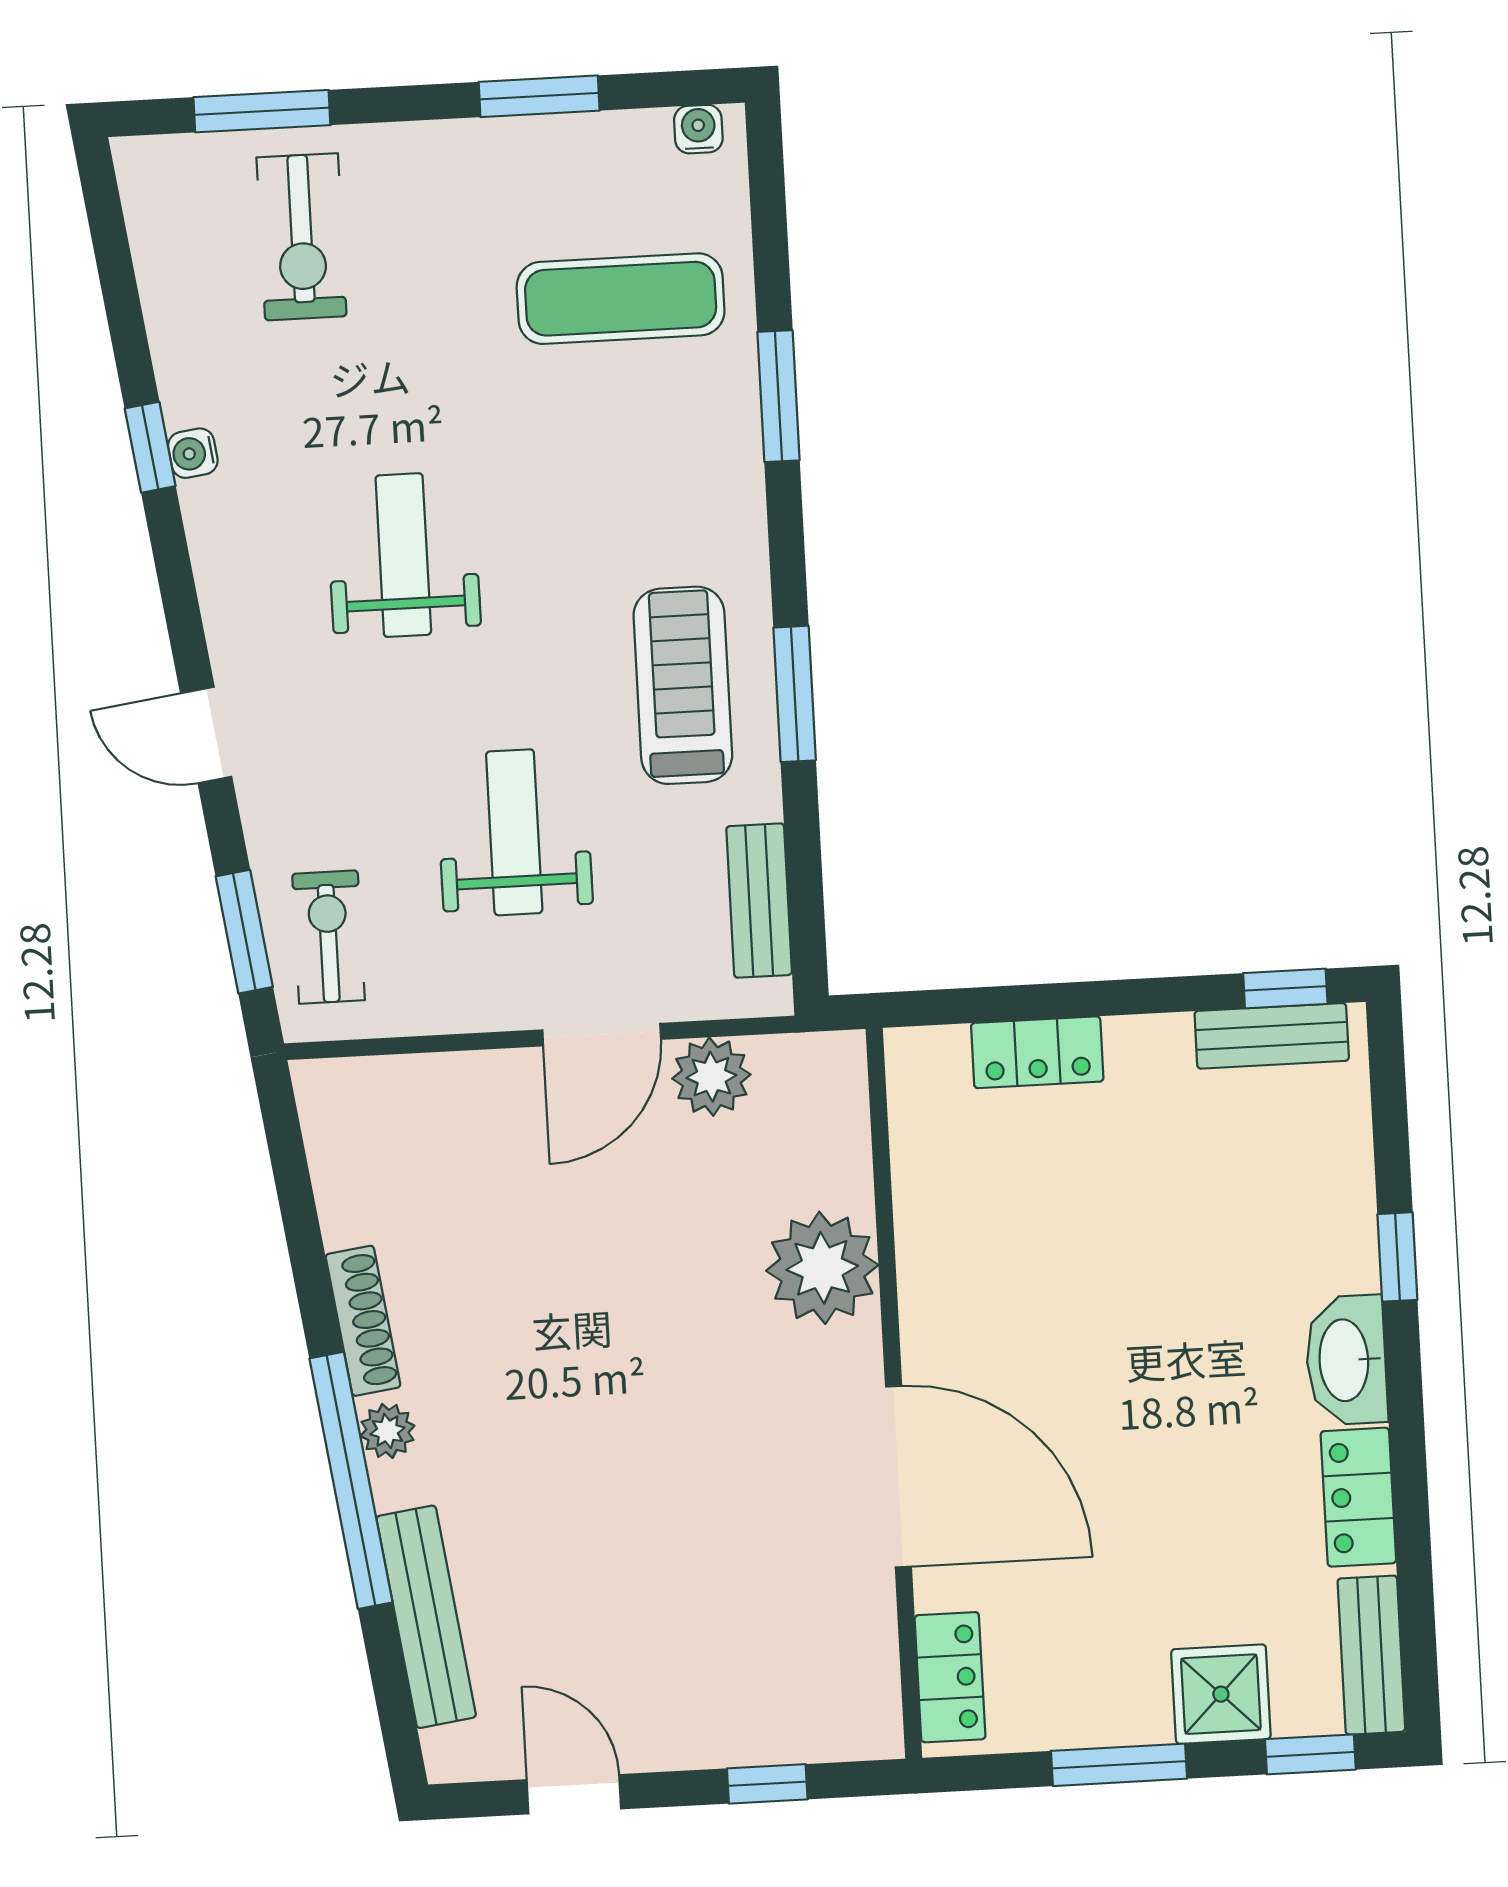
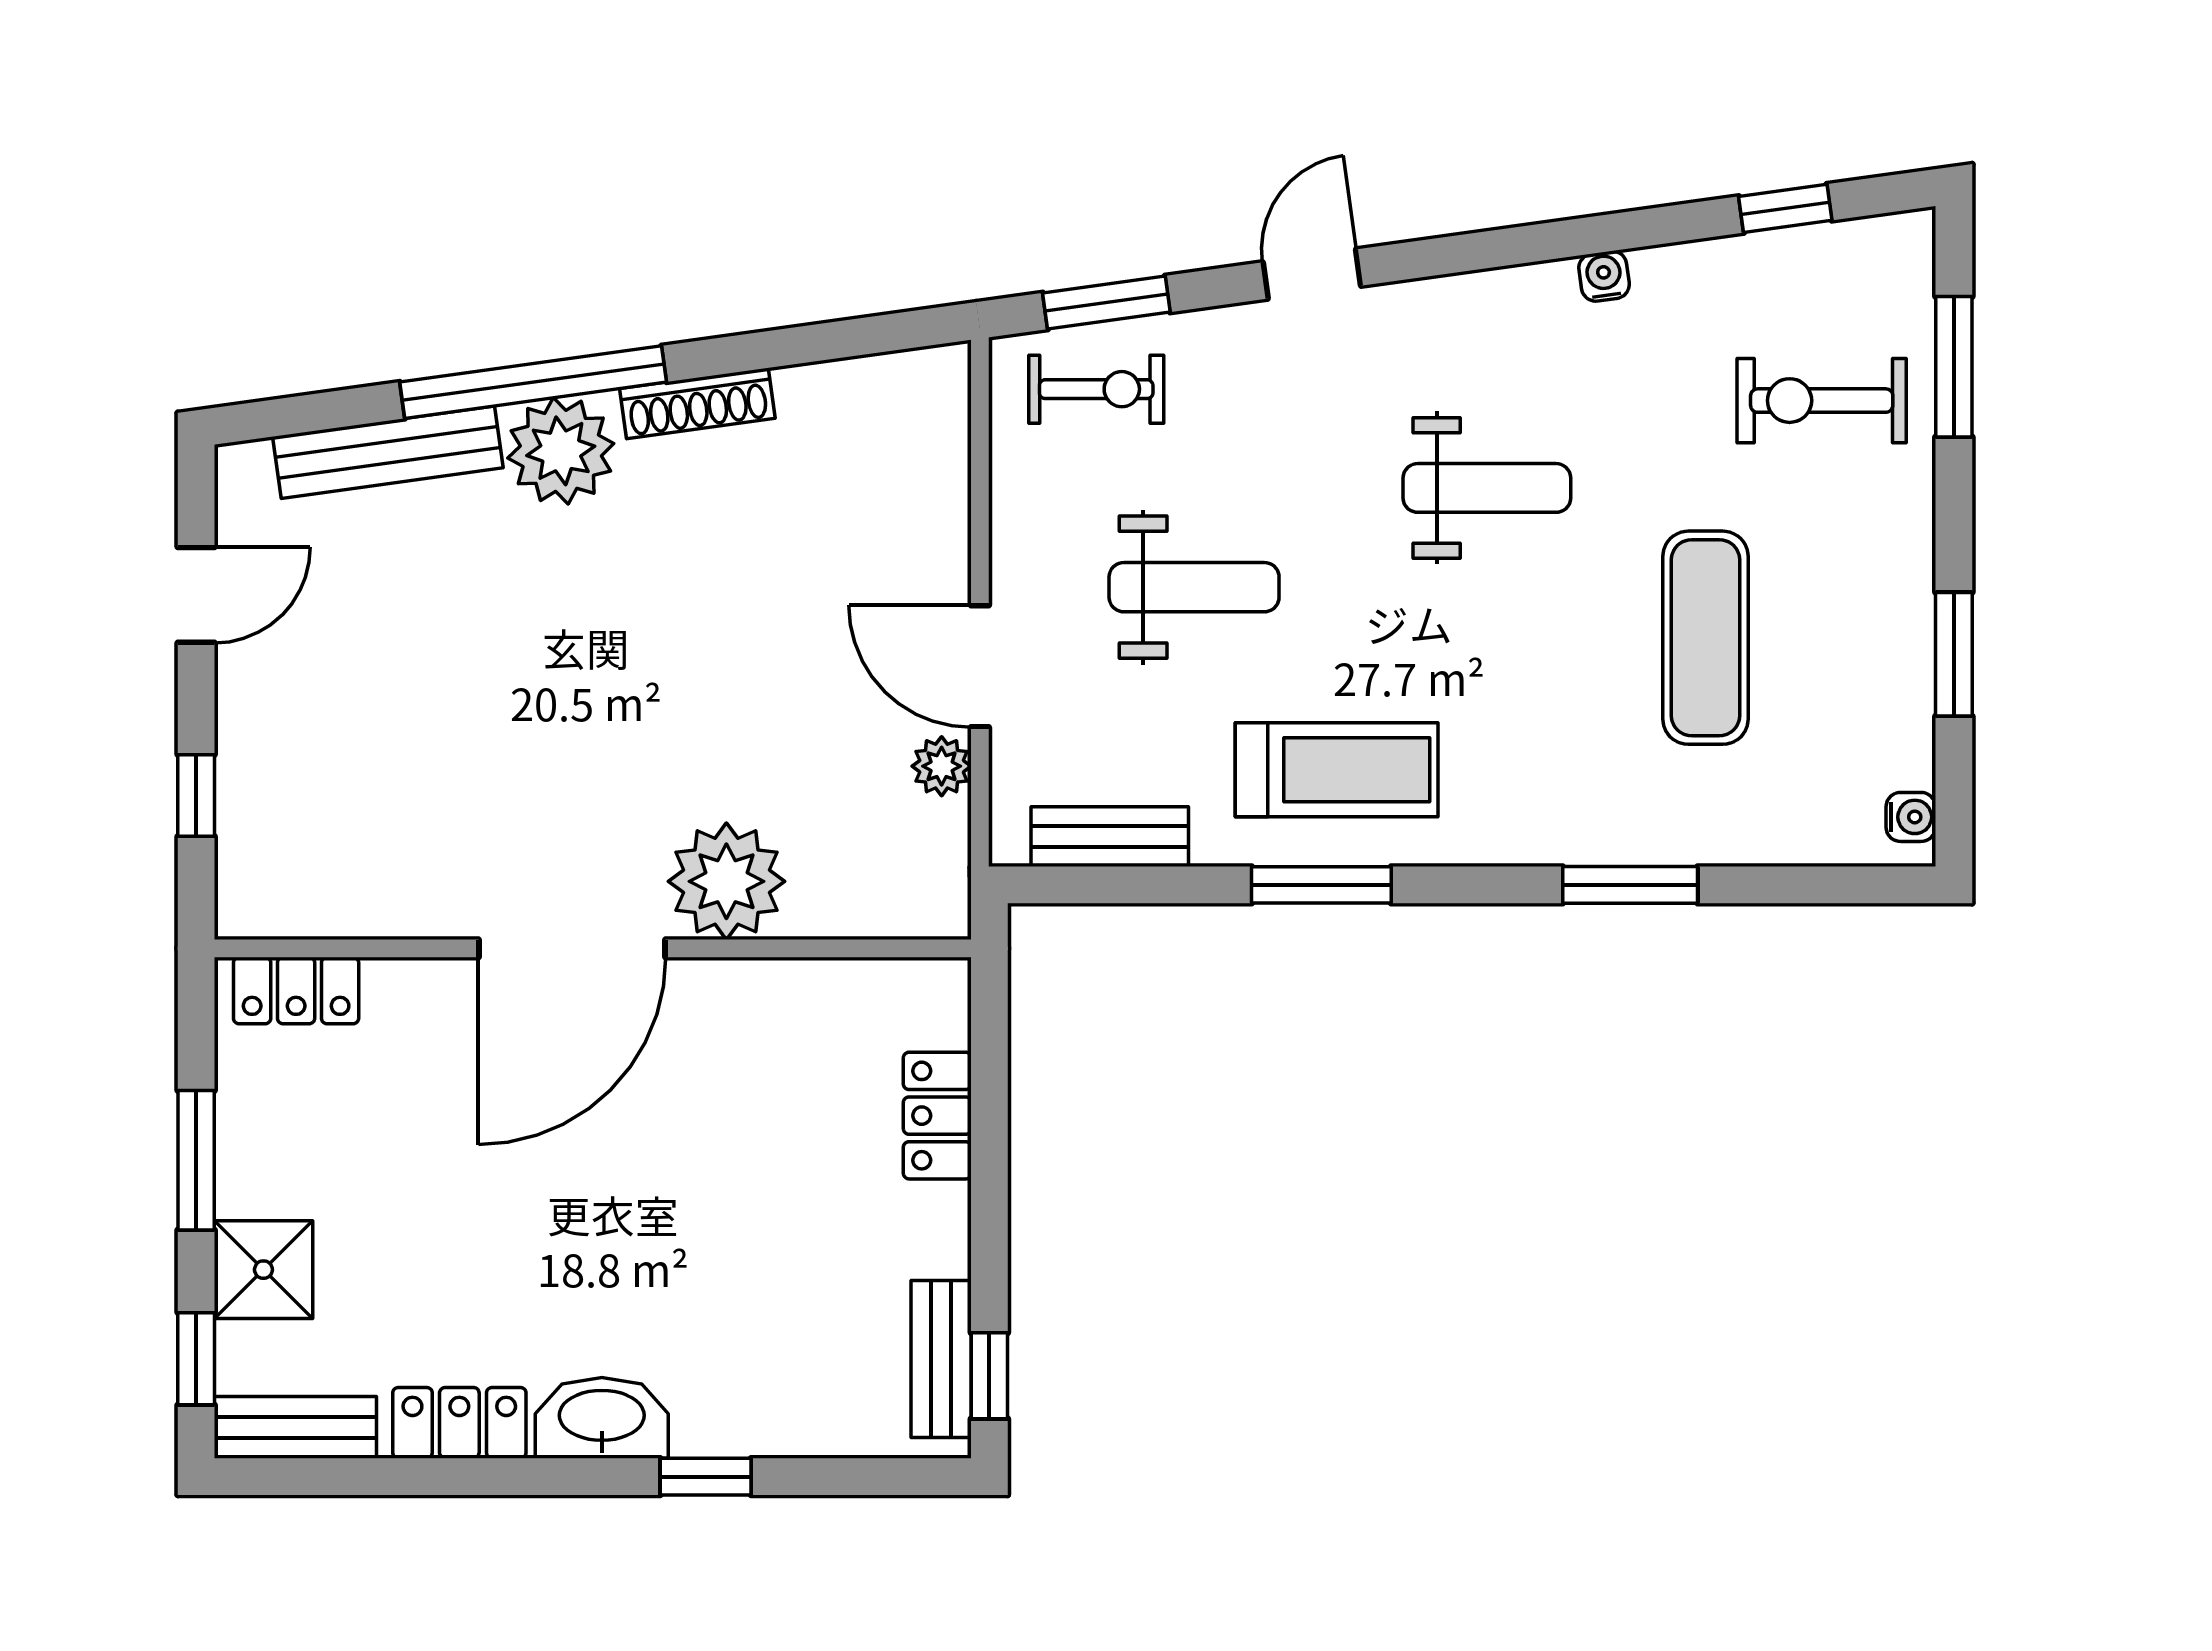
exercise mat: (621, 299) -> (1706, 638), moved
window: (150, 447) -> (1785, 208), moved
plant: (711, 1077) -> (942, 766), width x0.73, depth x0.73
plant: (387, 1431) -> (561, 451), width x1.88, depth x1.88
door: (898, 1477) -> (572, 948), moved

